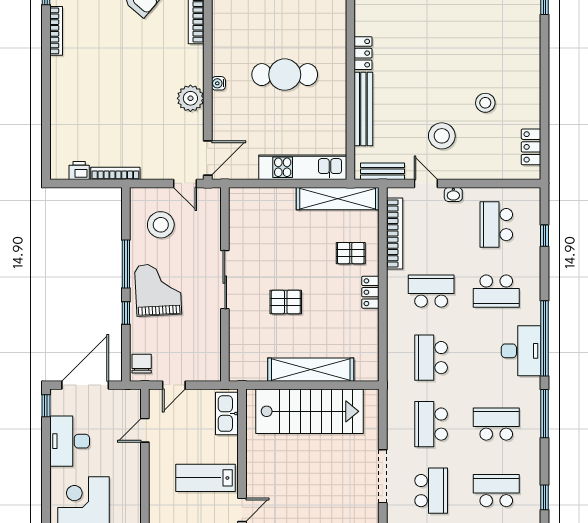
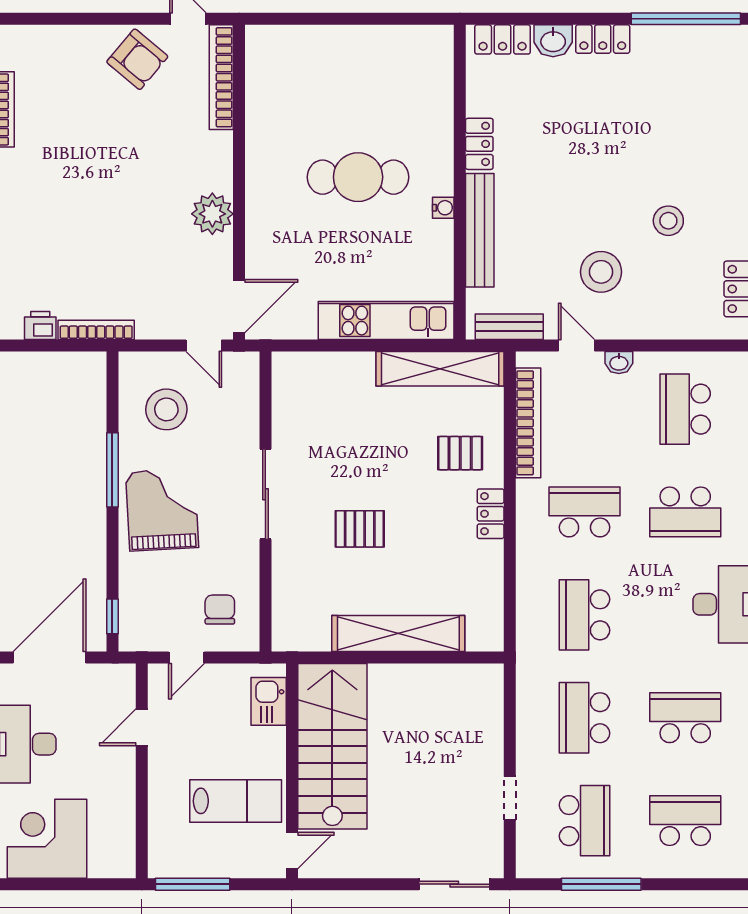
water cooler: (218, 83) -> (443, 208), moved, turned 180
window: (126, 313) -> (112, 616), moved
chair: (142, 364) -> (220, 610), moved
stairs: (309, 411) -> (332, 746), moved, turned -90
kitchen sink: (227, 414) -> (269, 701), width x0.73
doorway: (383, 476) -> (510, 798), width x0.53
lab bench: (205, 478) -> (236, 801), turned 180

